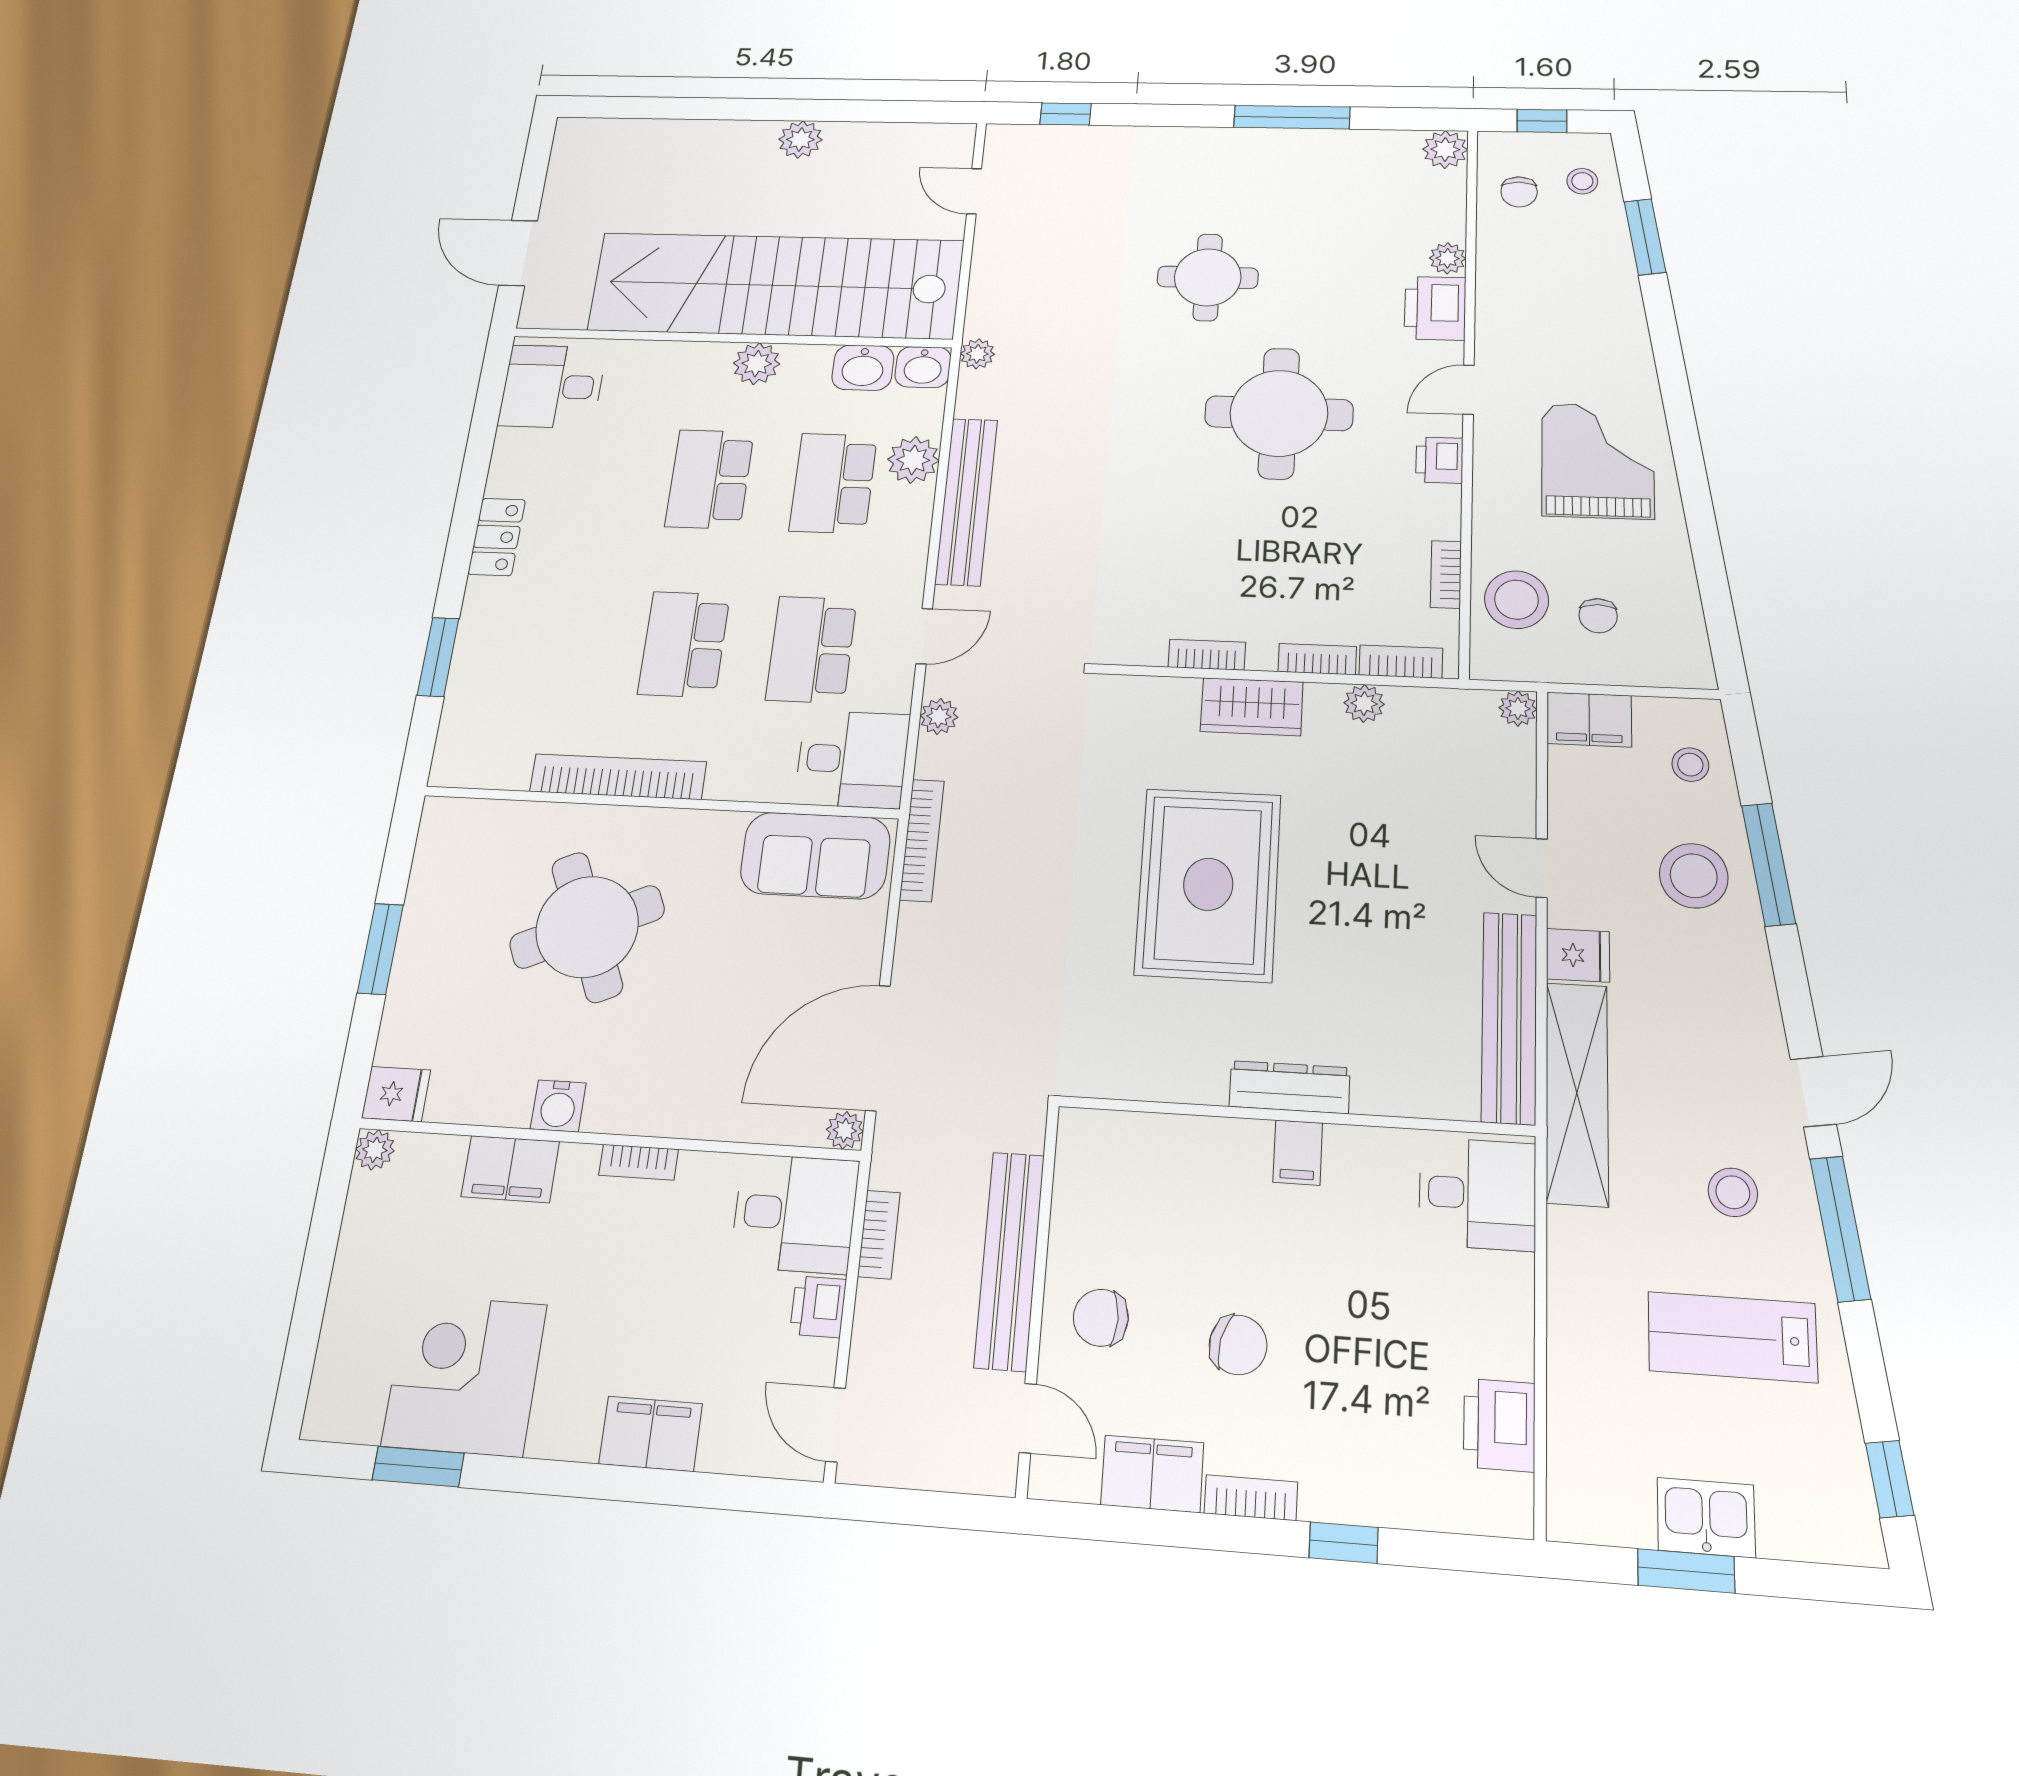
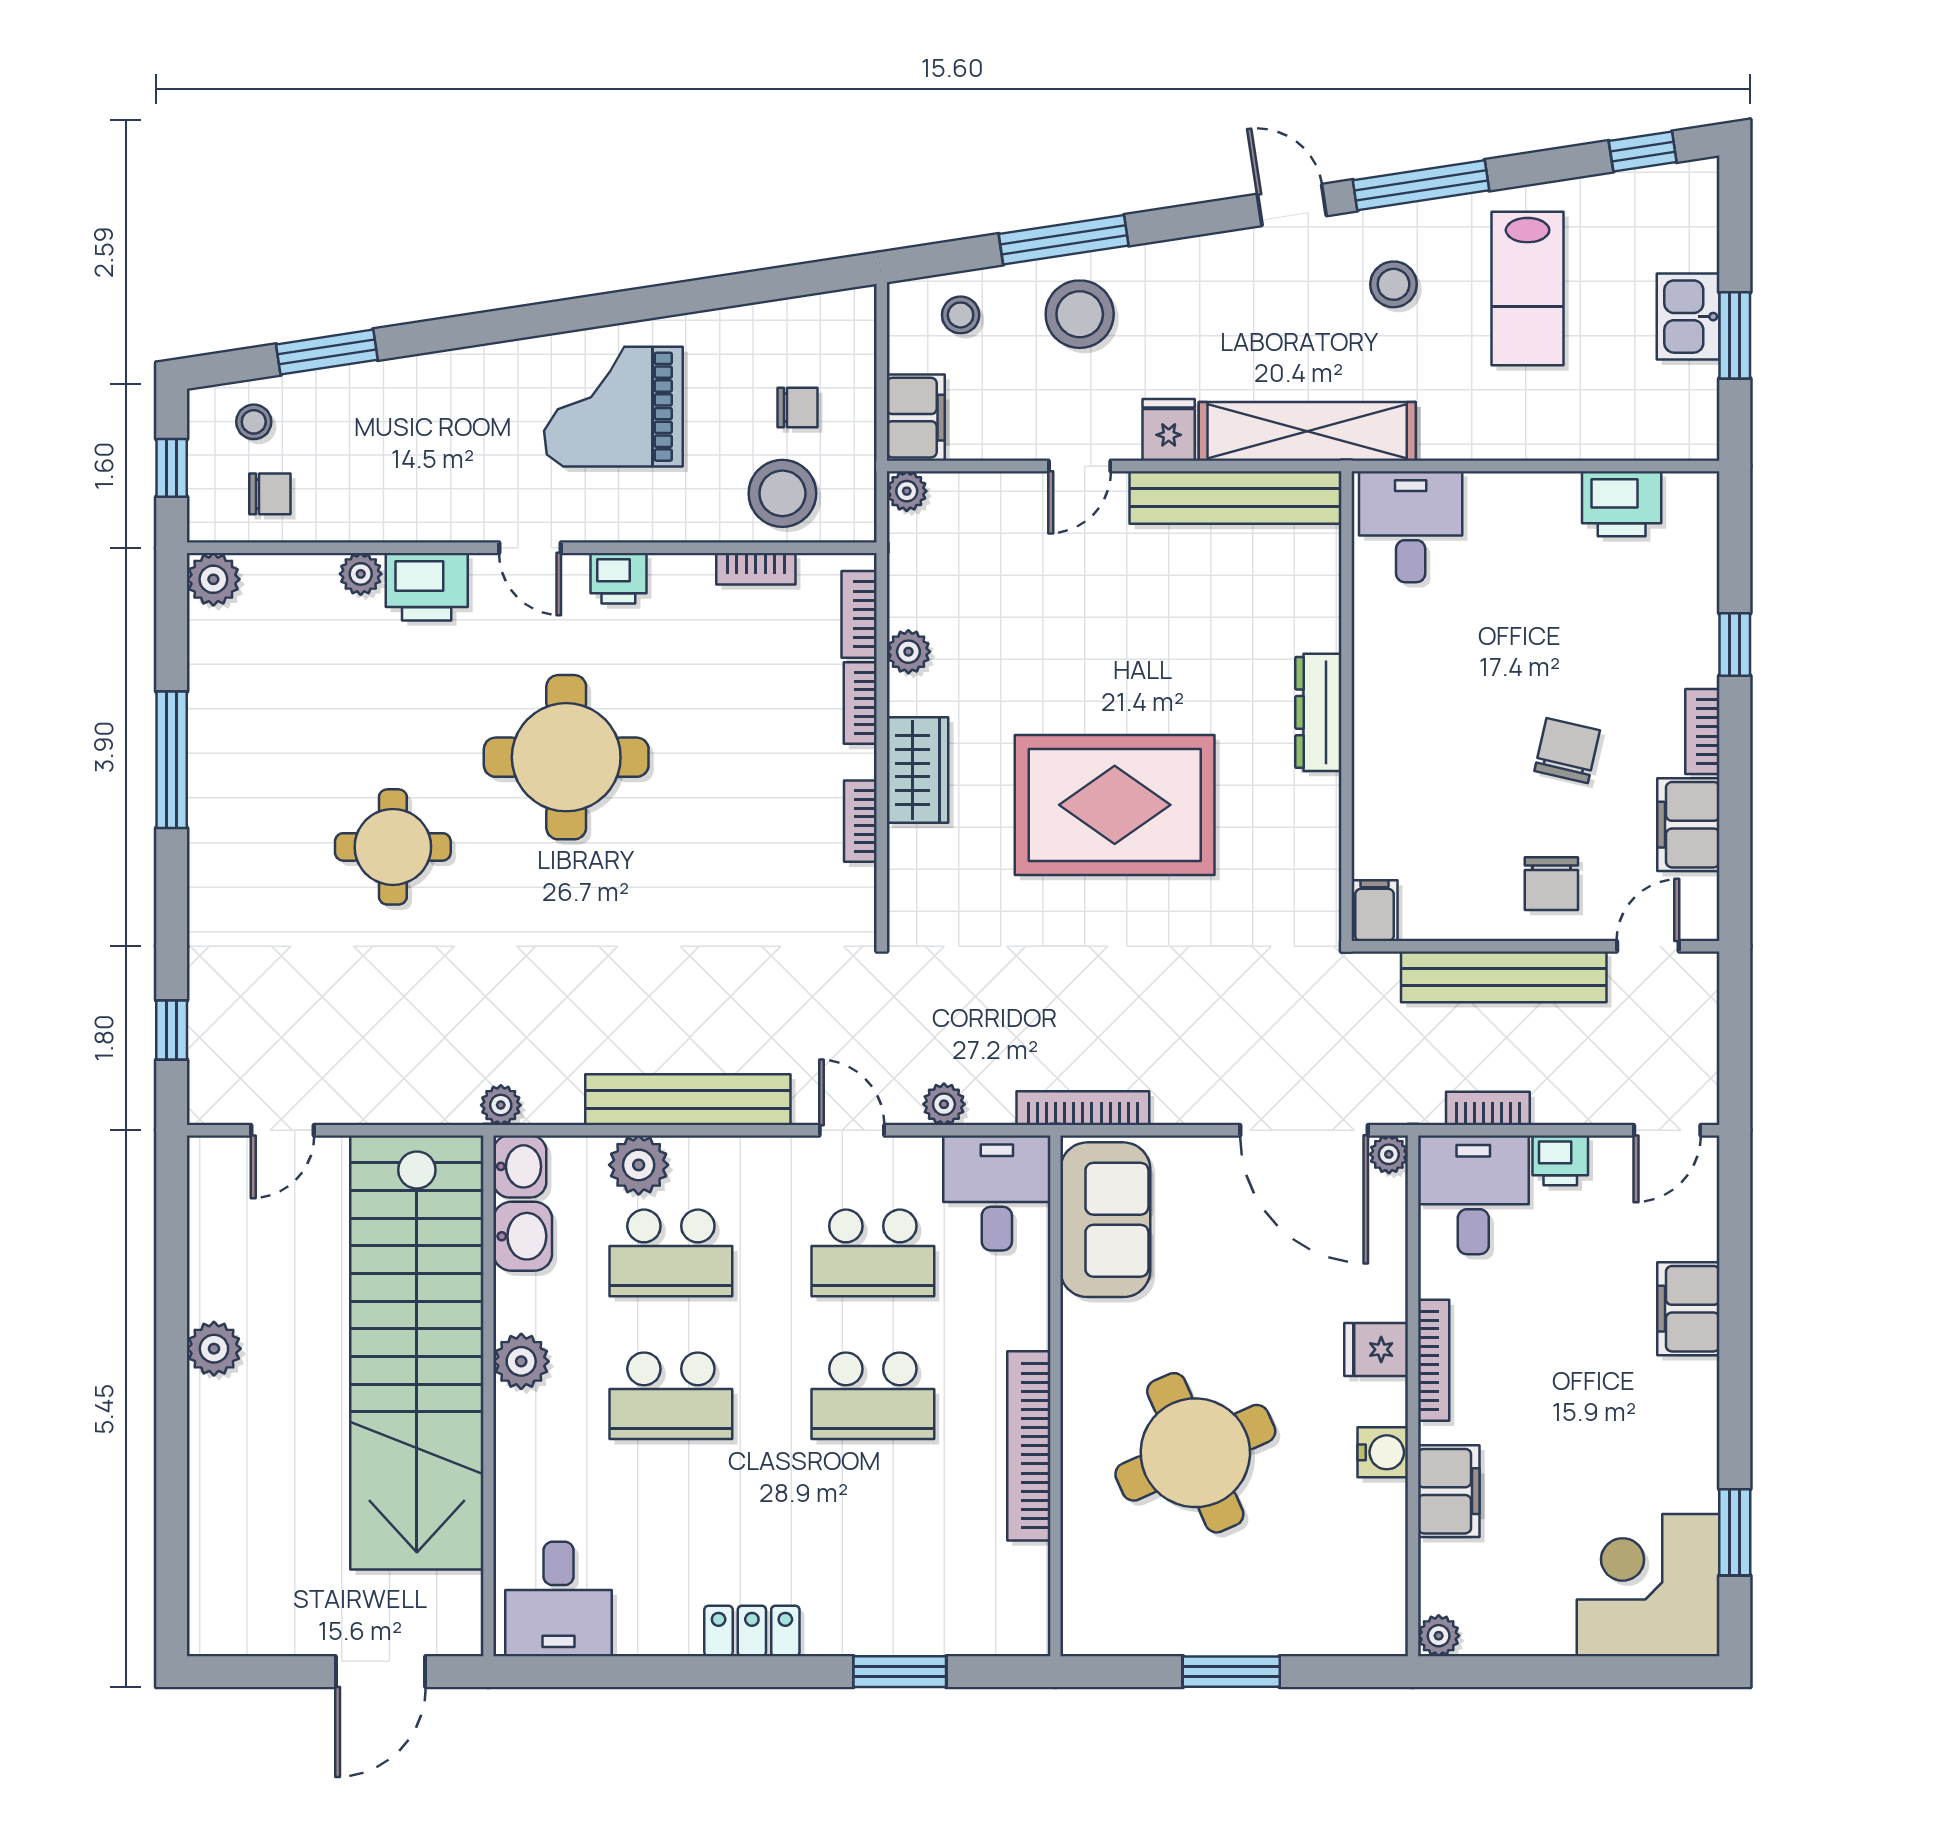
fridge: (396, 1094) -> (1376, 1350), moved, turned -90
filing cabinet: (1298, 1153) -> (1375, 911), moved, turned -90
bookcase: (639, 1162) -> (1434, 1360), width x1.56
corner desk: (464, 1375) -> (1648, 1585), moved, turned 90

